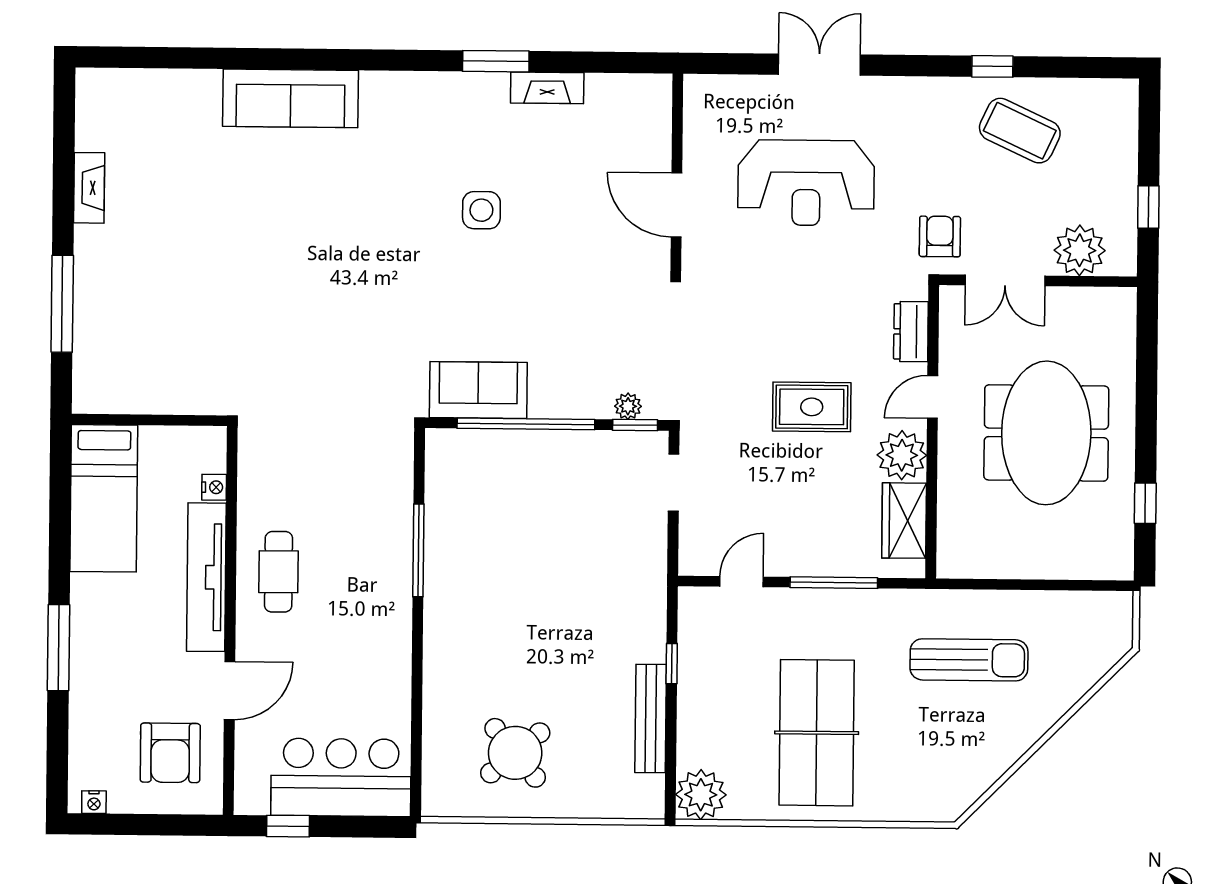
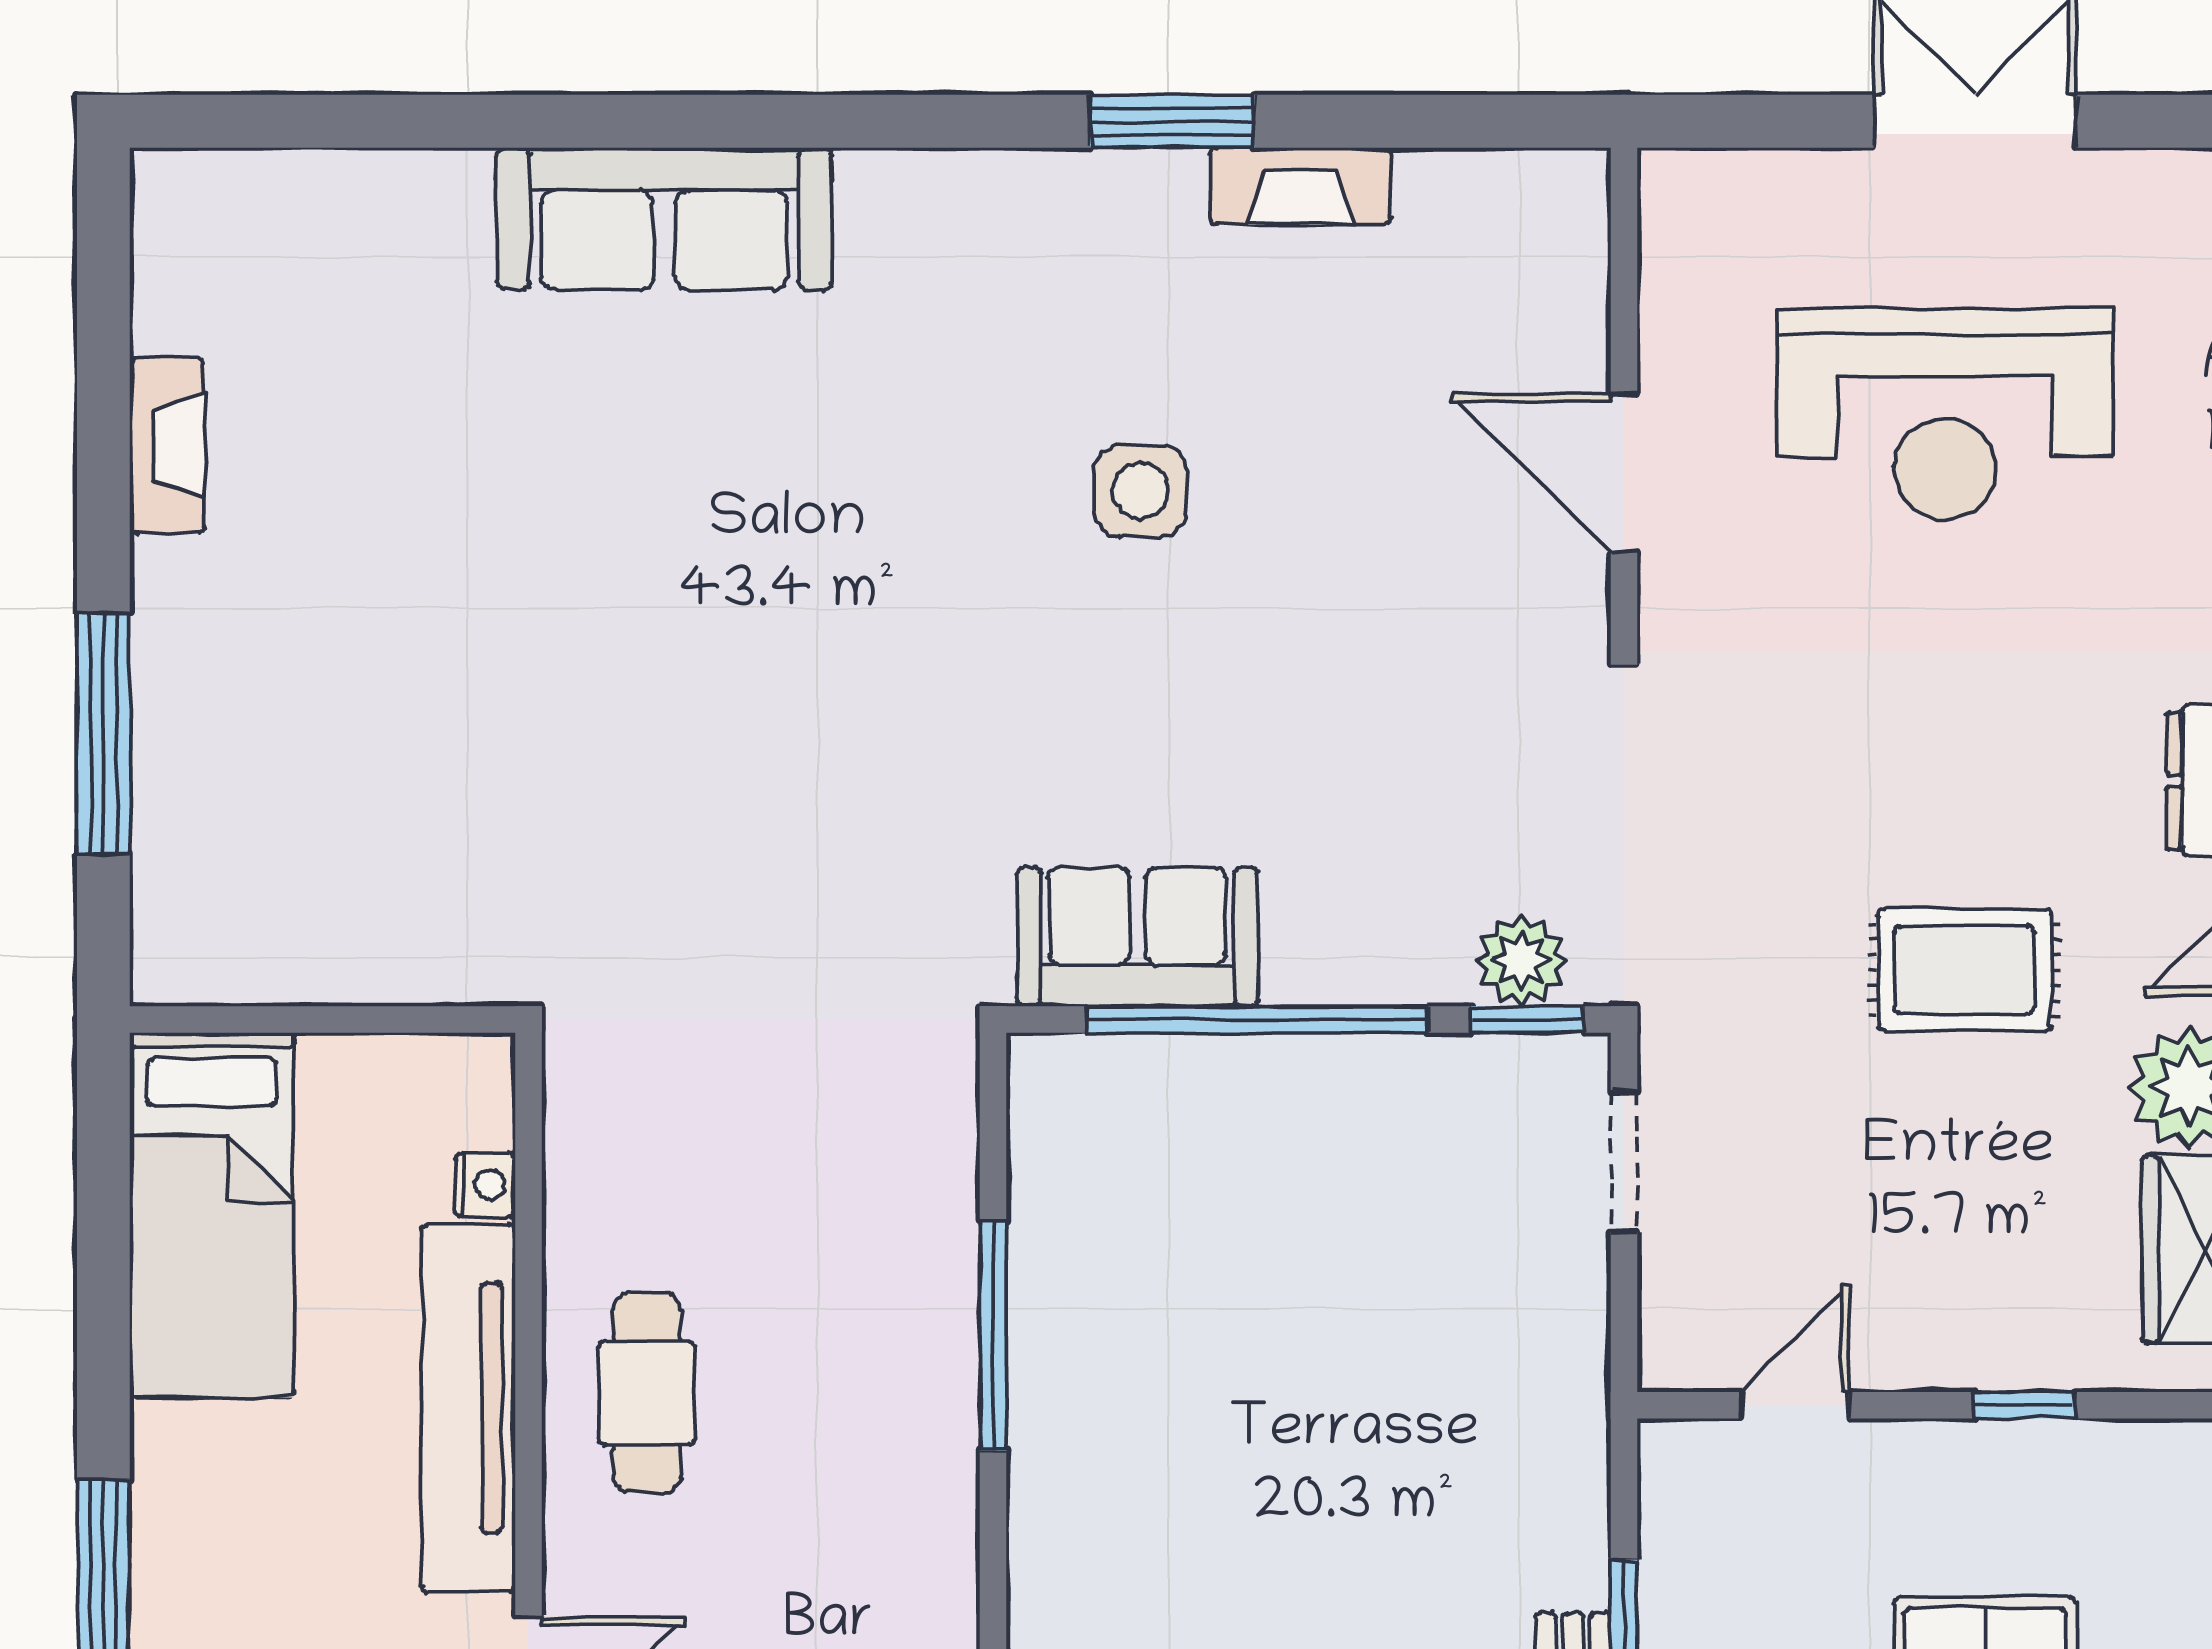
plant: (628, 406) -> (1521, 961), width x1.38, depth x1.38
window: (834, 583) -> (2024, 1405), width x0.46

